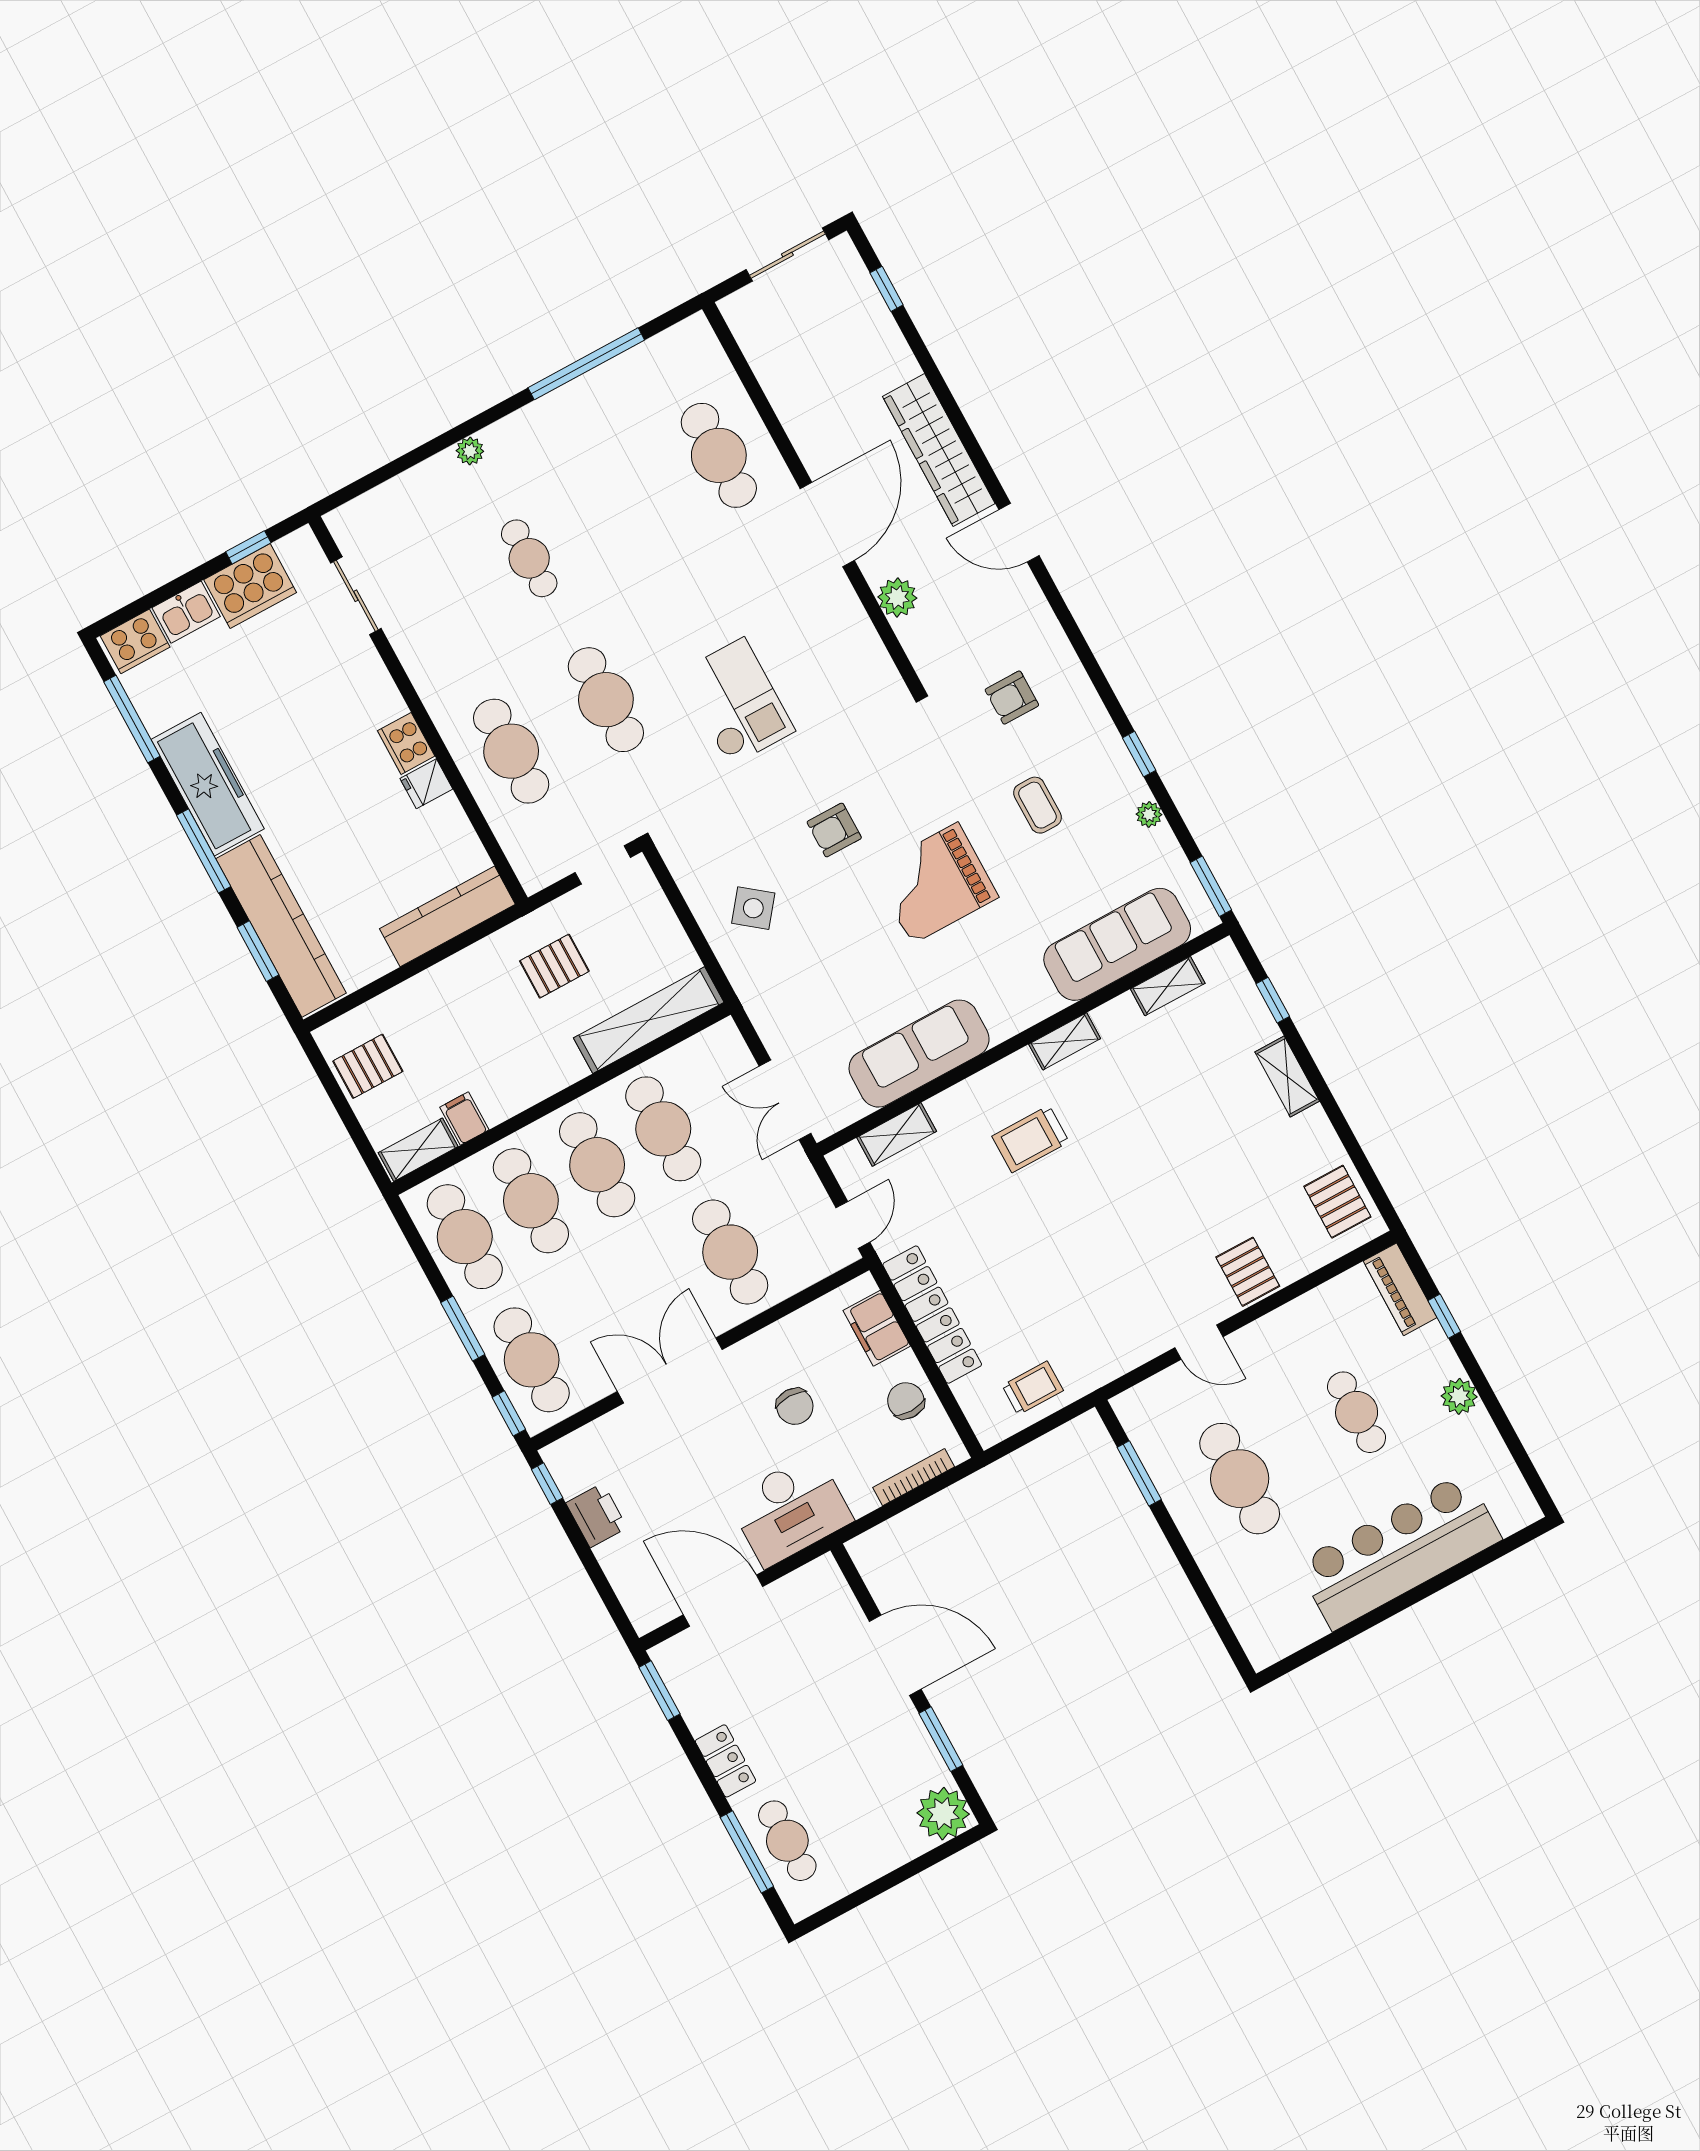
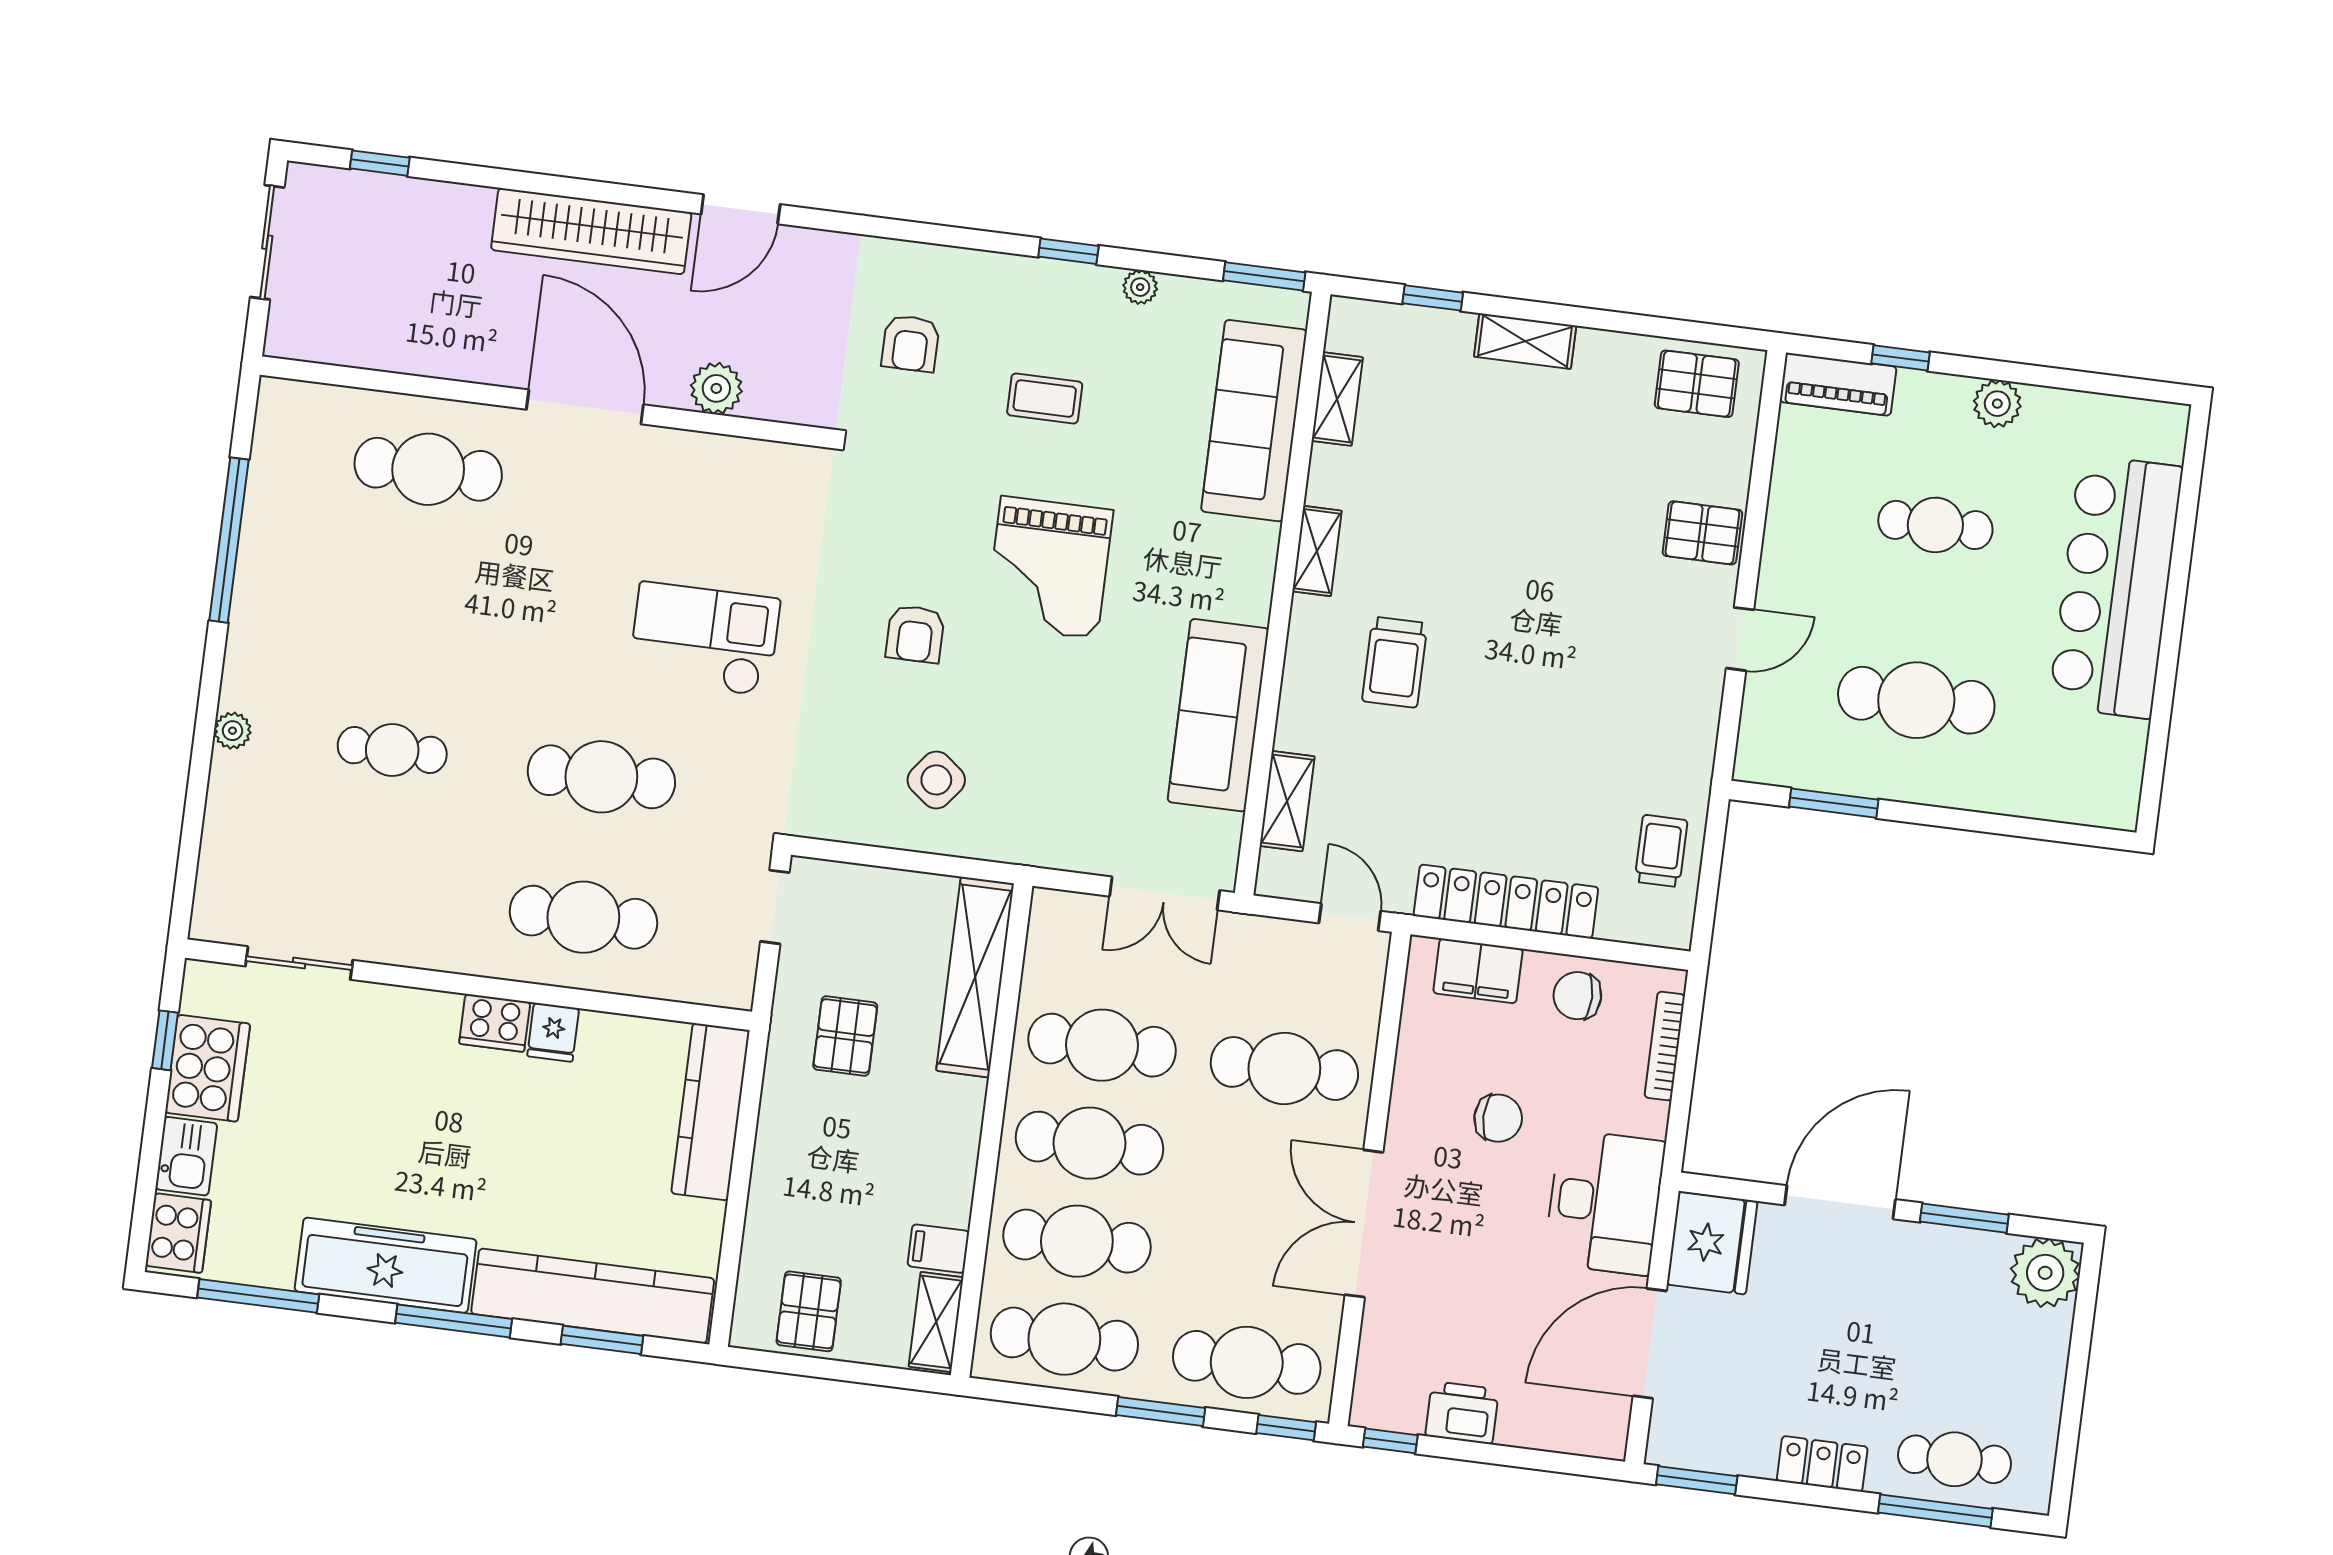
fridge: (813, 1594) -> (1712, 1243), added

